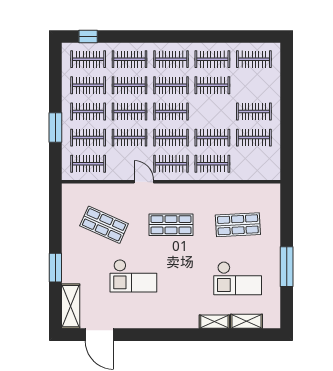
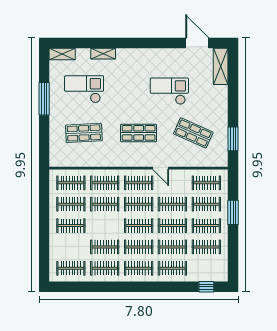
clothes rail: (88, 59) -> (71, 183), moved
window: (55, 268) -> (233, 139), moved
shelving: (247, 321) -> (62, 54), moved

